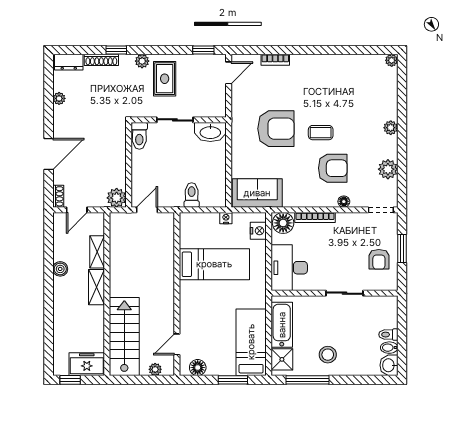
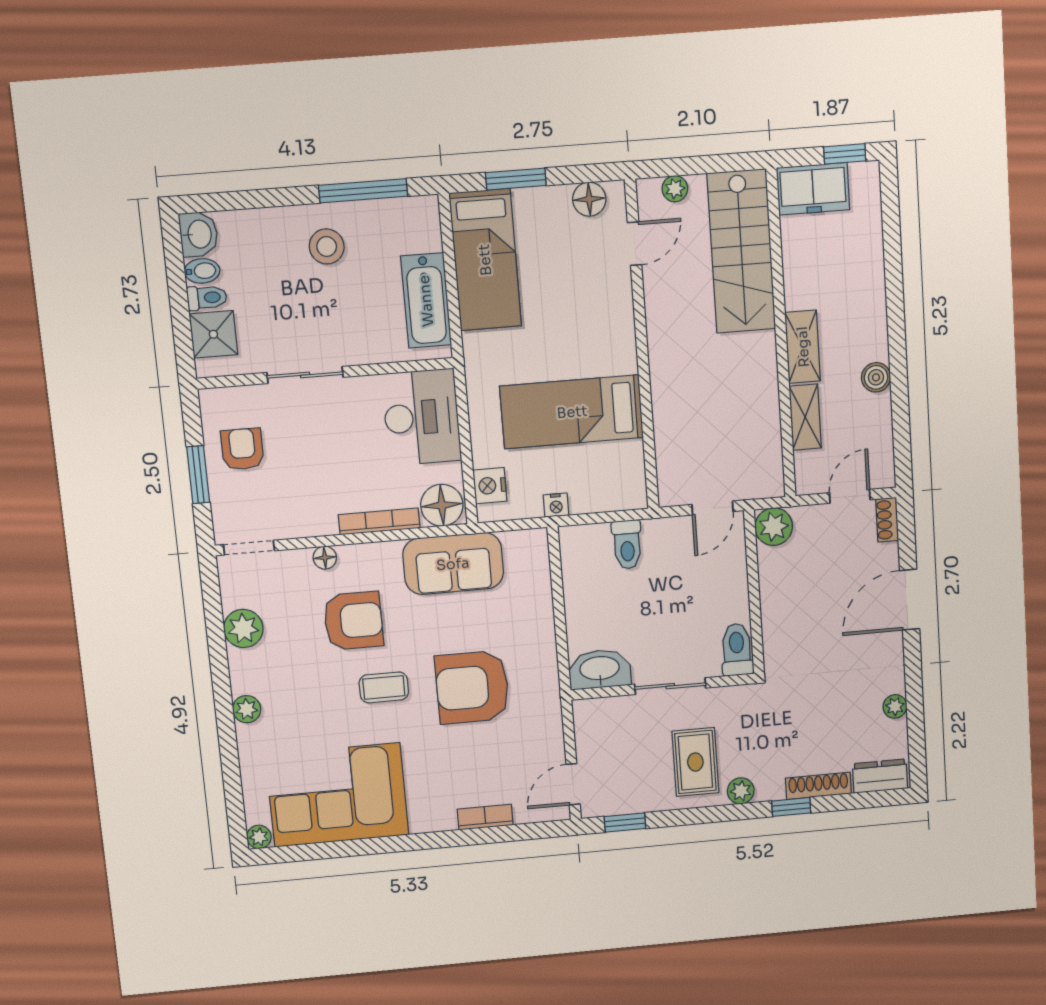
corner sofa: (350, 79) -> (337, 795), added
armchair: (333, 168) -> (353, 621), turned 180
sofa: (257, 193) -> (453, 564), moved
shower: (282, 359) -> (213, 334), moved

